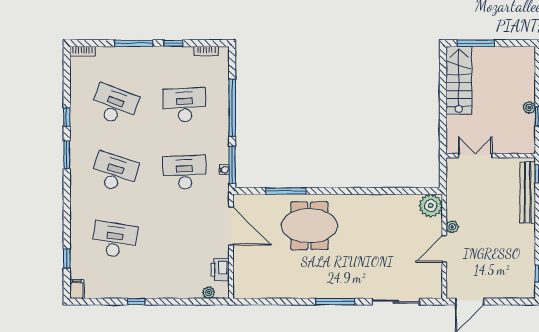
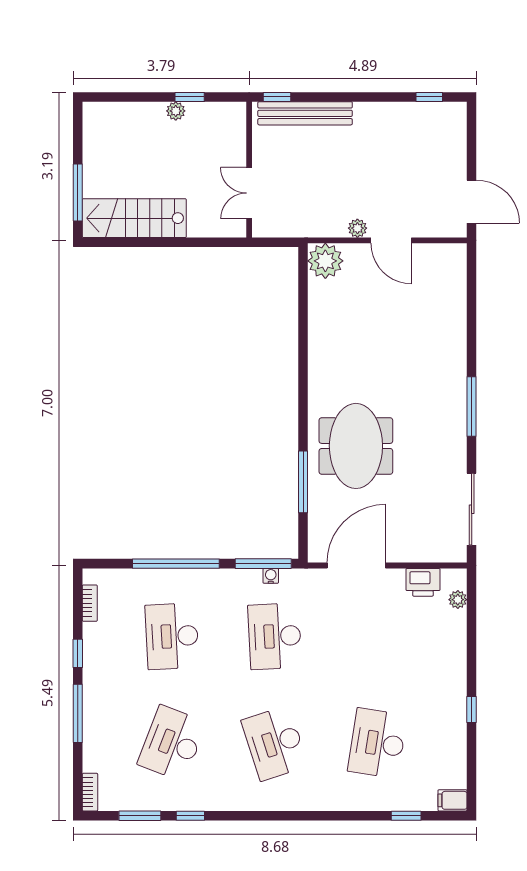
window: (67, 155) -> (140, 816), moved
desk: (114, 172) -> (275, 743), turned -36
sliding door: (396, 302) -> (472, 509), moved

